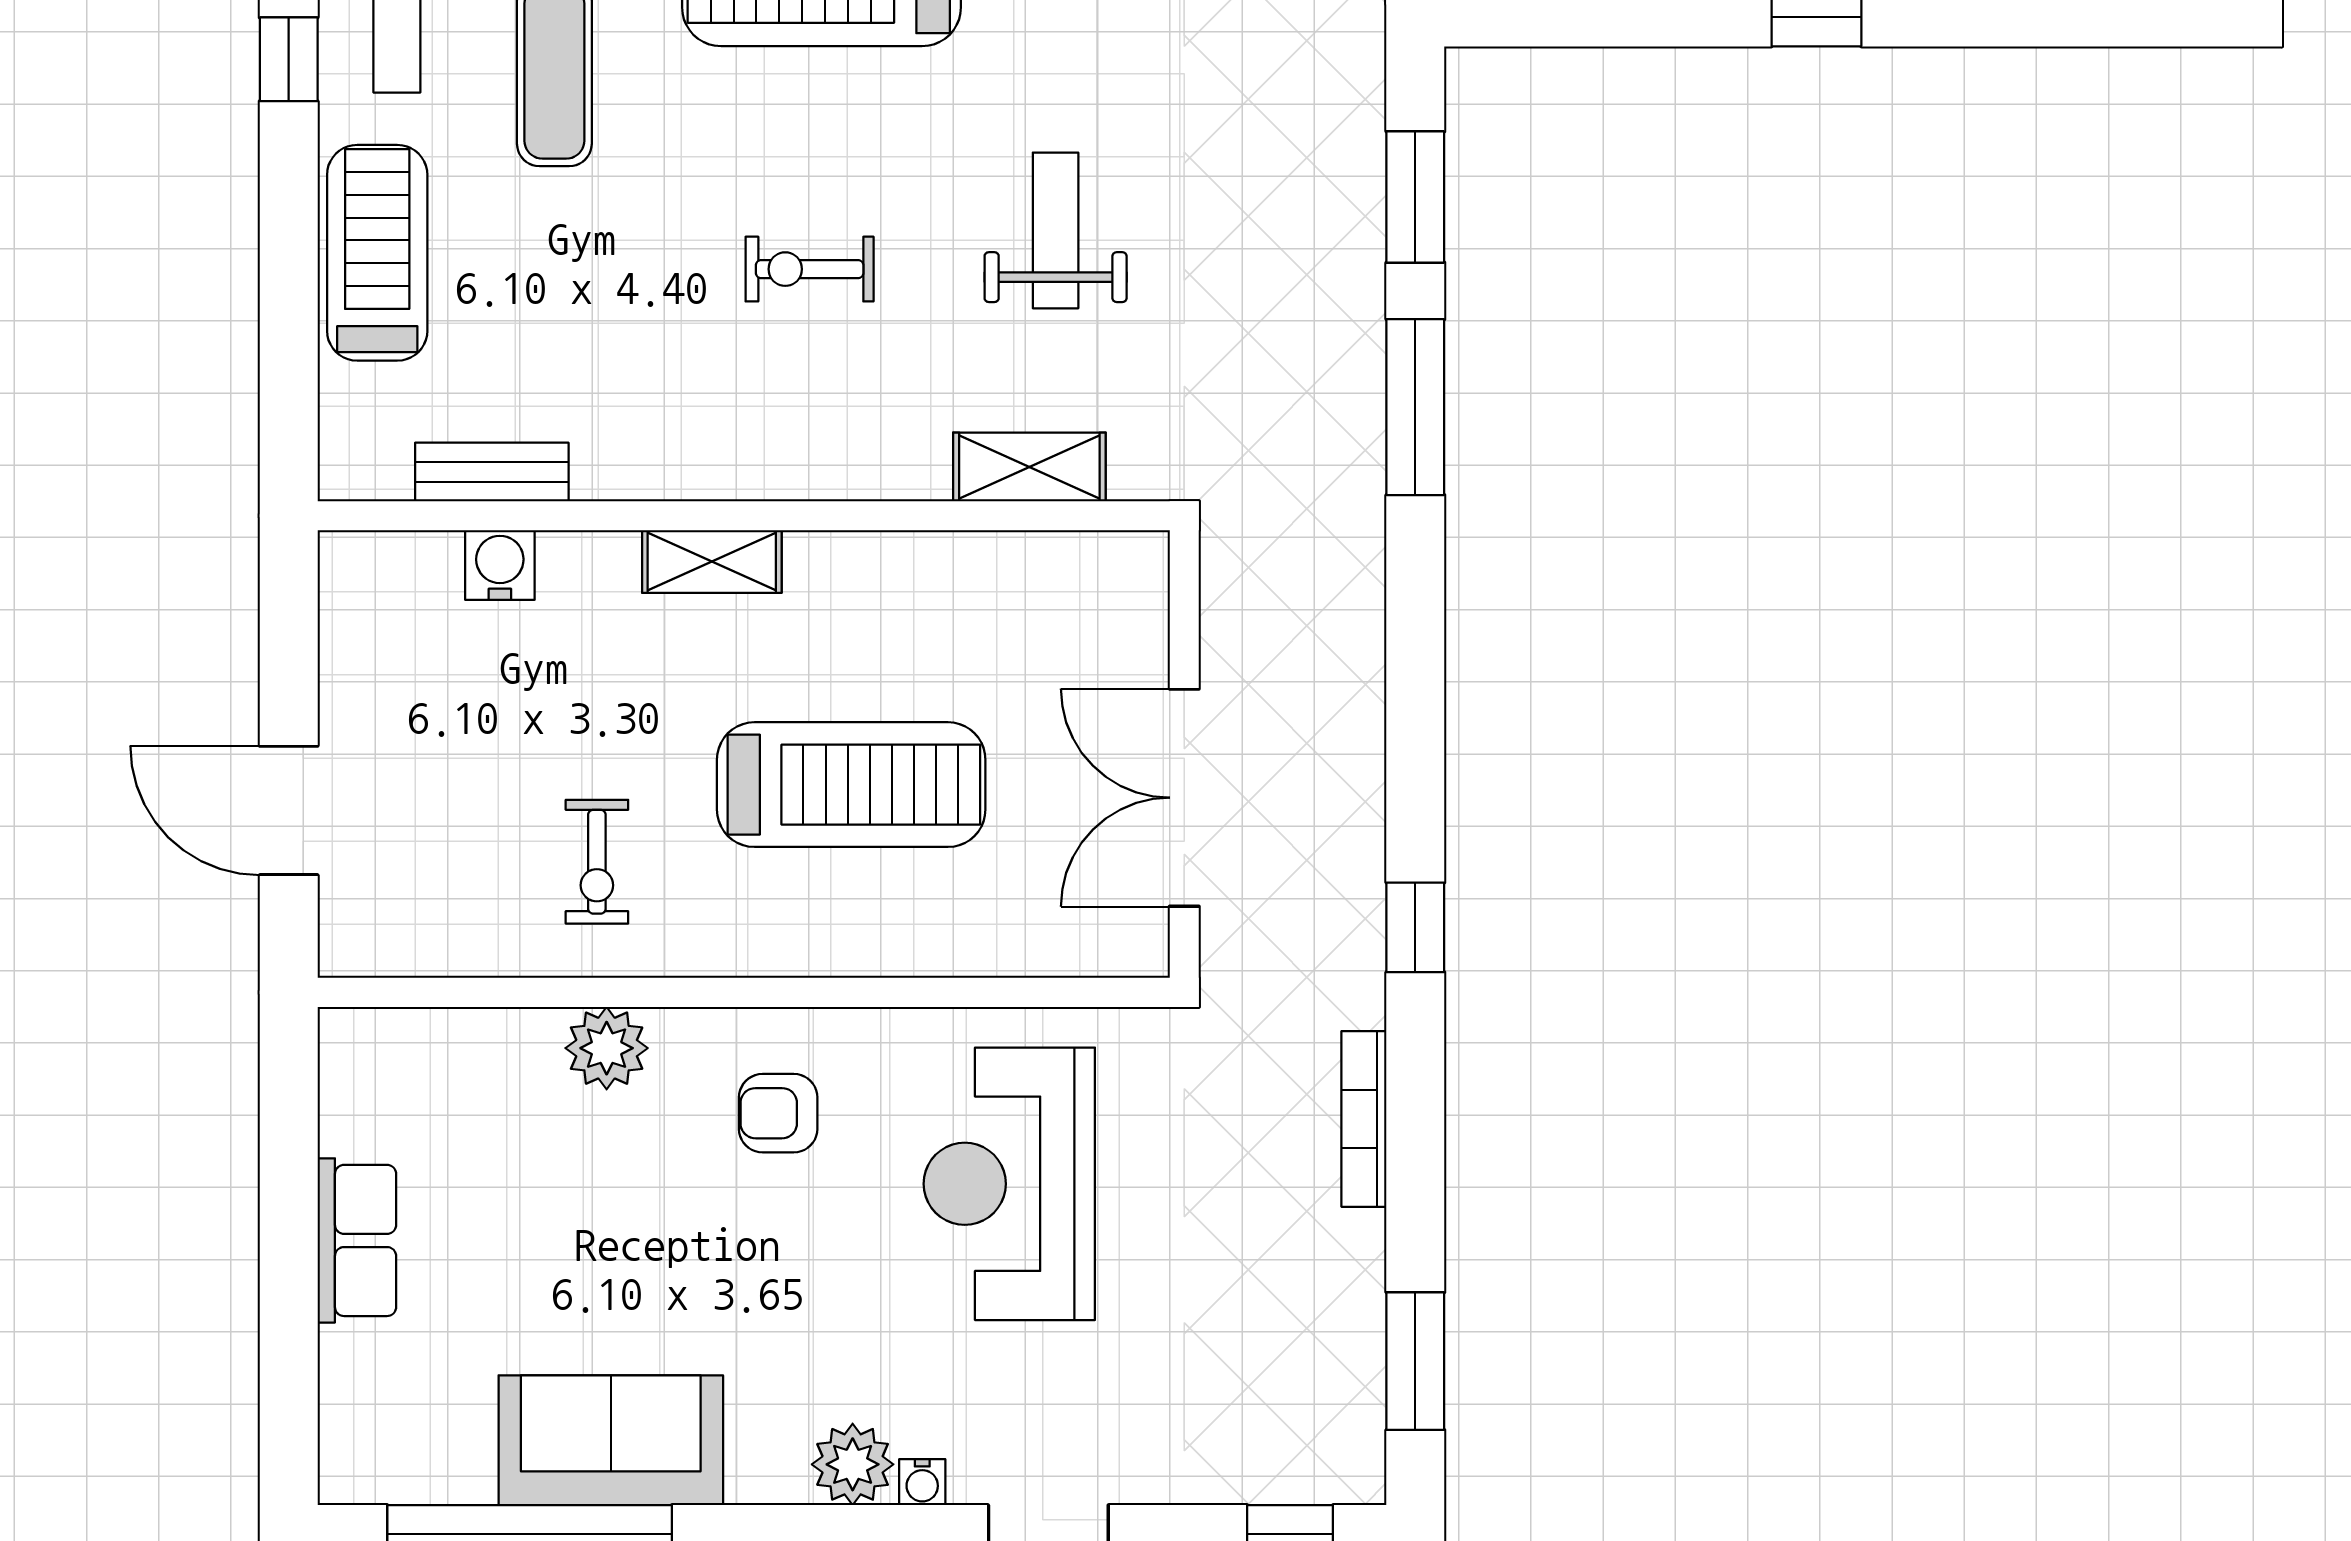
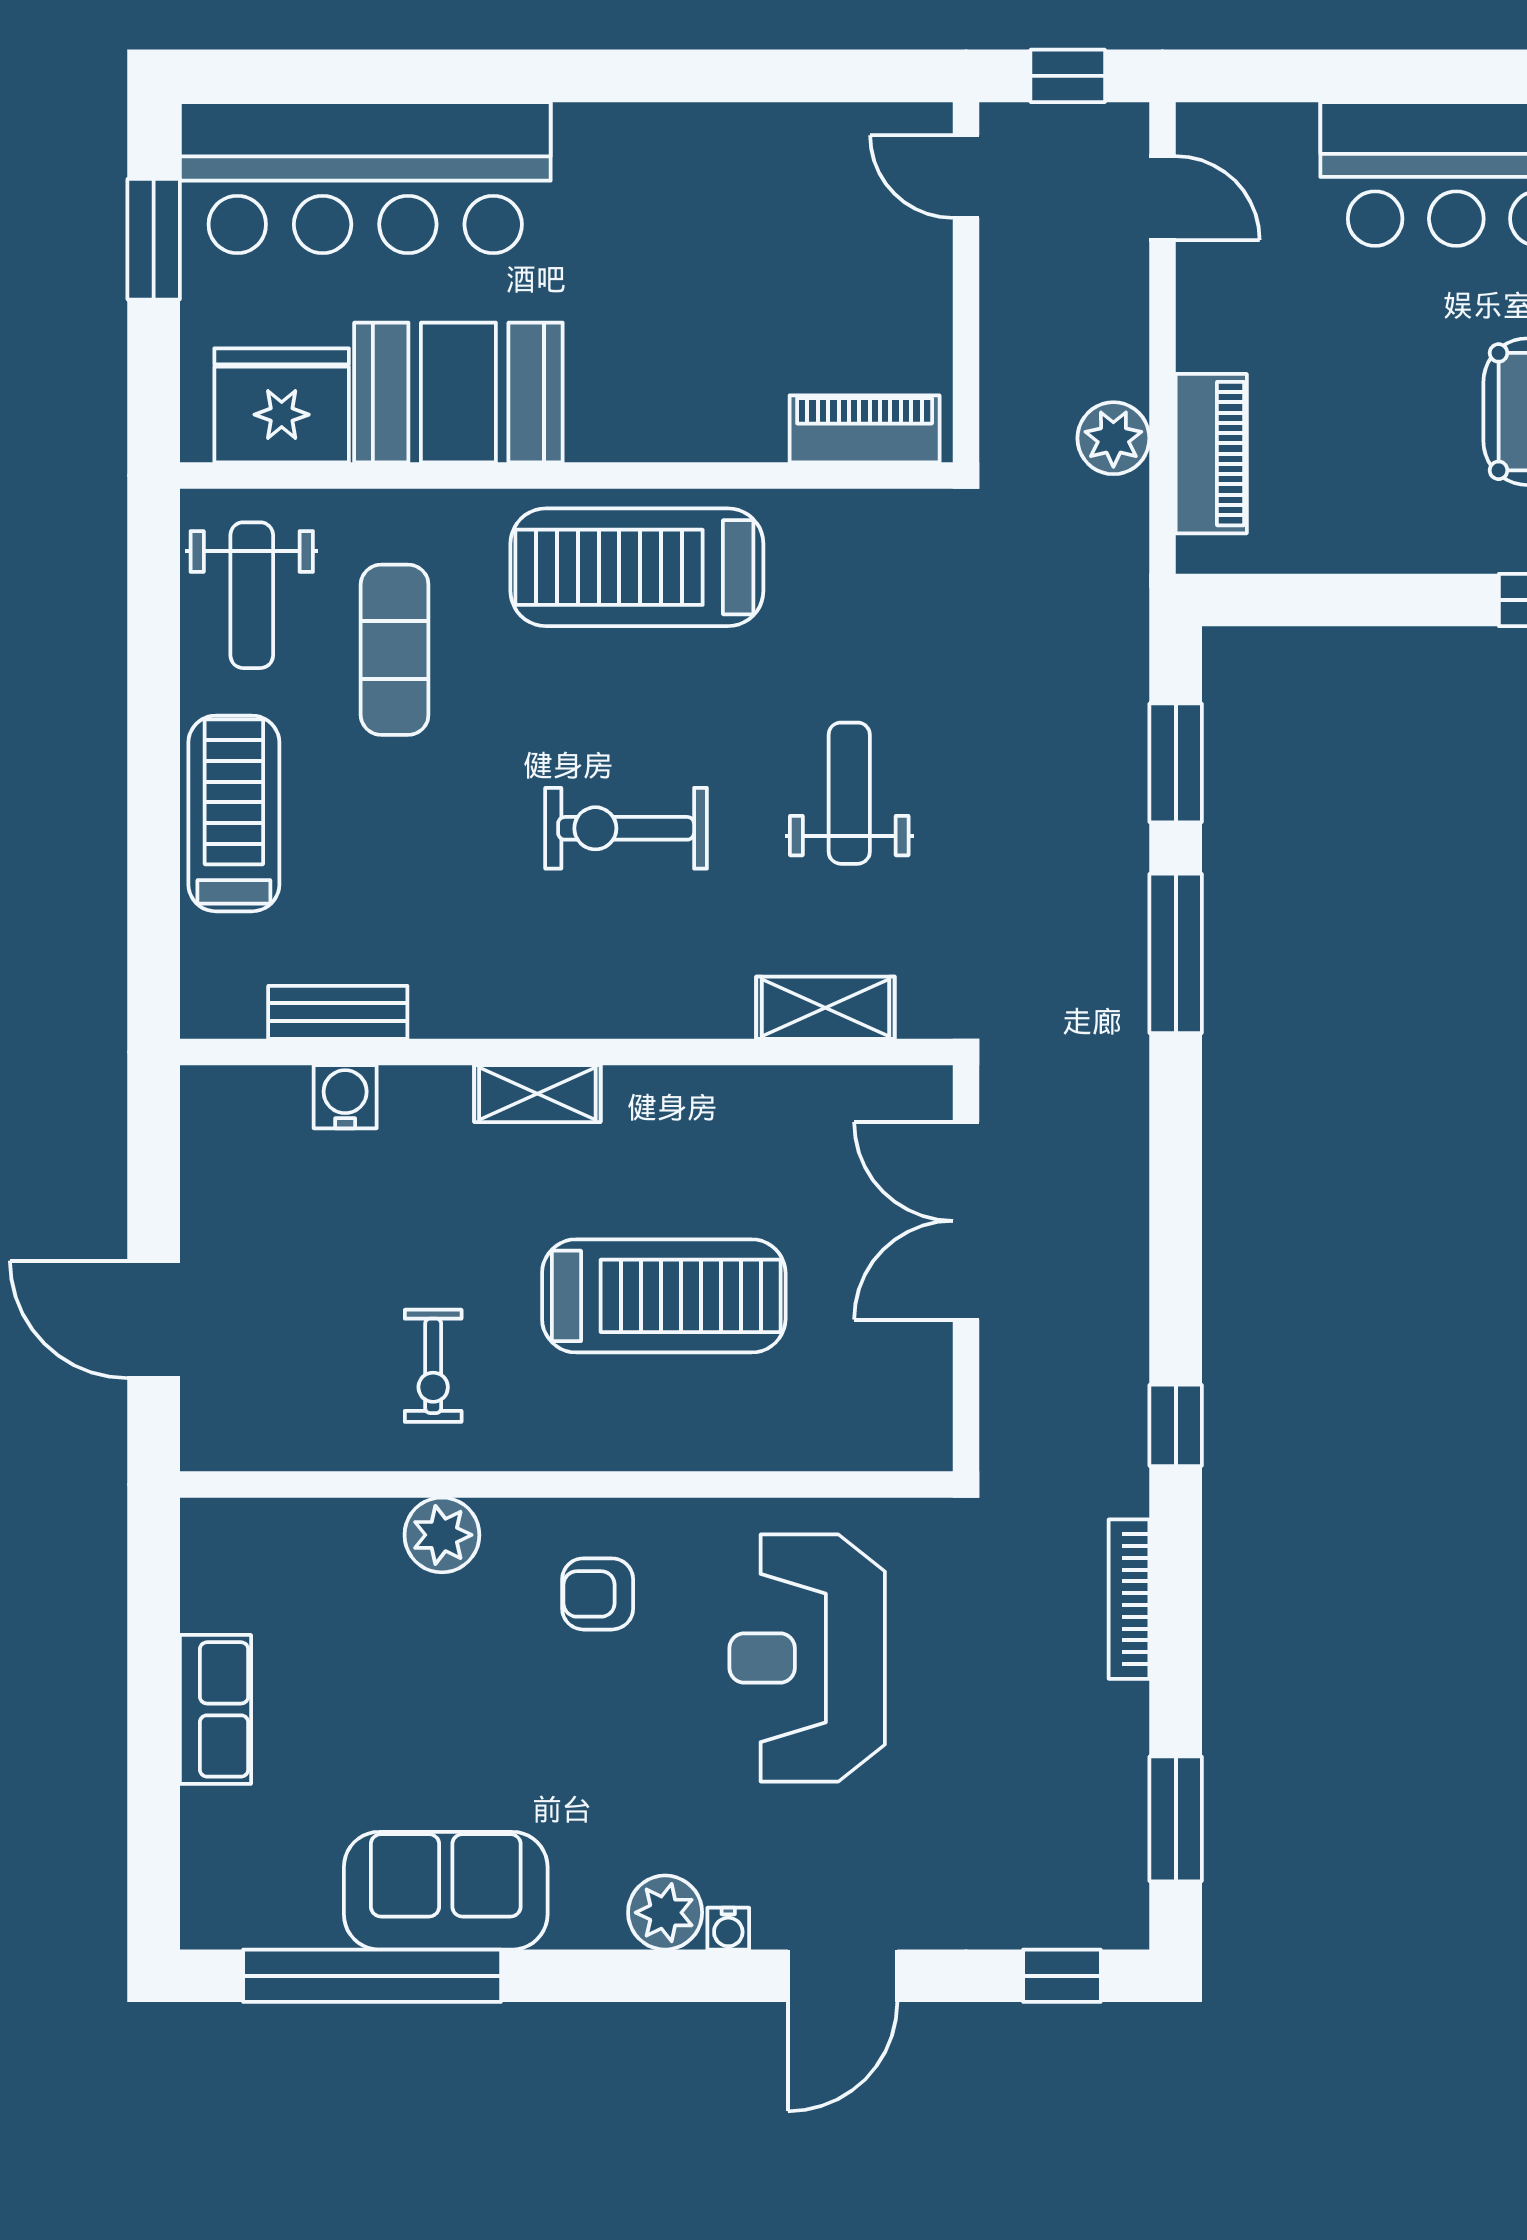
window: (289, 59) -> (154, 638), removed
exercise bike: (810, 269) -> (626, 828), width x1.38, depth x1.39
double door: (1184, 798) -> (966, 1221), moved

